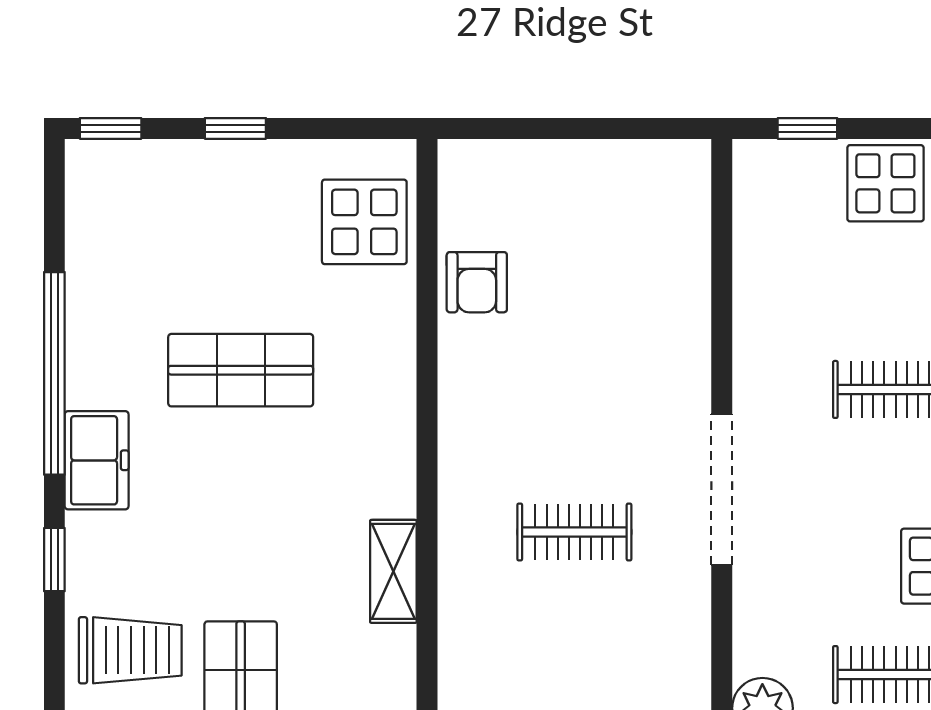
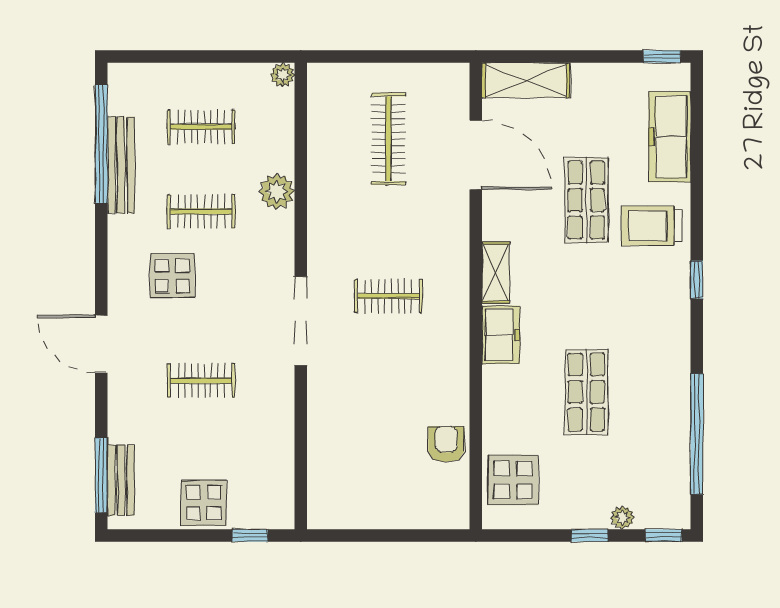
plant: (180, 159) -> (622, 518), added
shop shelf: (241, 370) -> (586, 392), turned 90
window: (54, 373) -> (697, 434), moved
freezer: (97, 460) -> (501, 335), moved, turned 180

